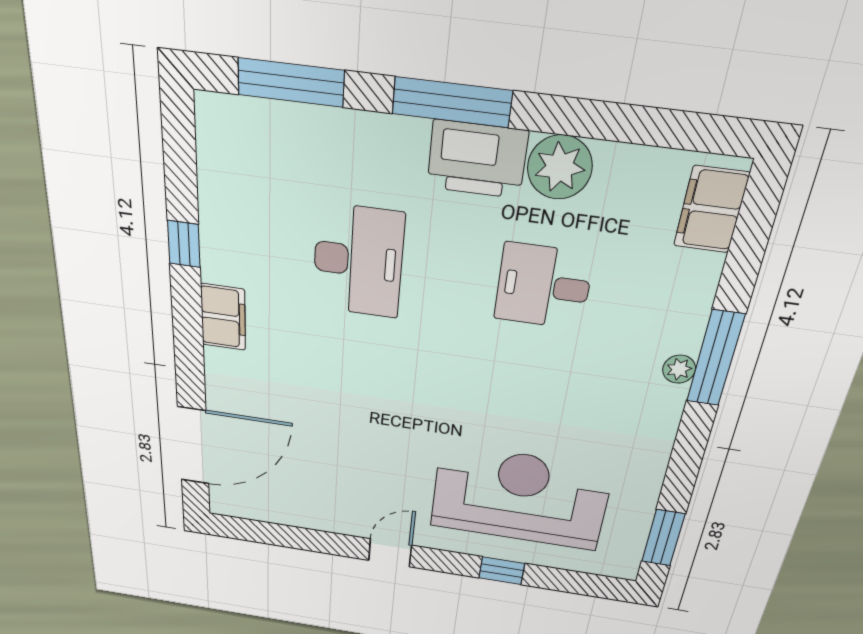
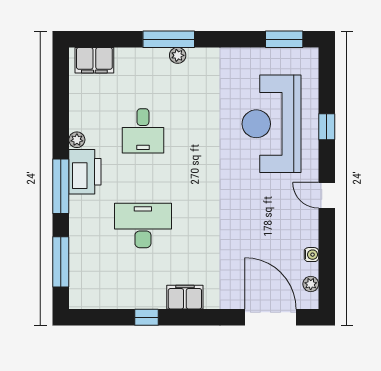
plant: (560, 167) -> (77, 140), width x0.53, depth x0.53
plant: (249, 509) -> (311, 284), added
water cooler: (296, 518) -> (311, 255), added

